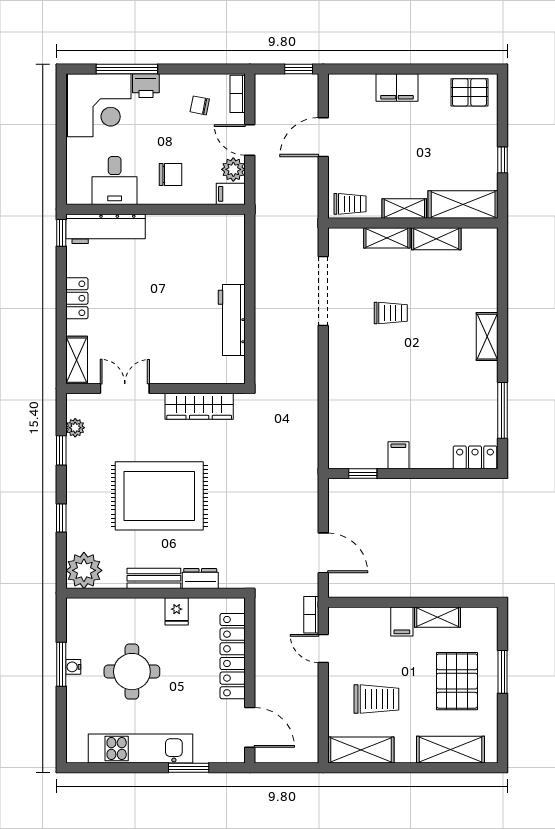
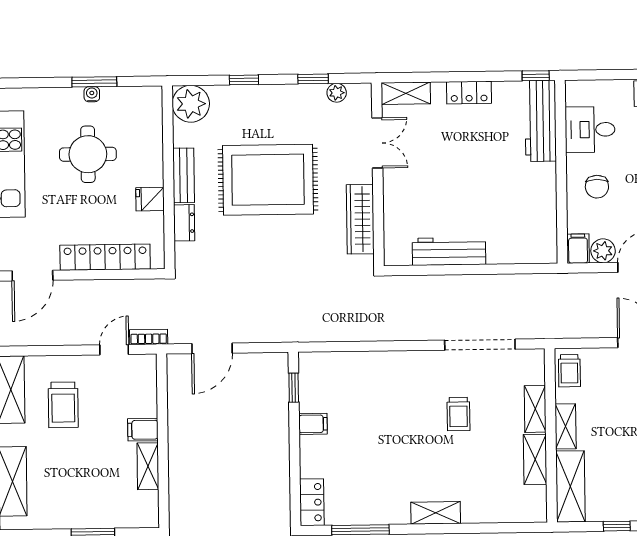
rug: (159, 496) -> (268, 180), turned 90
pallet: (457, 681) -> (83, 487), removed

